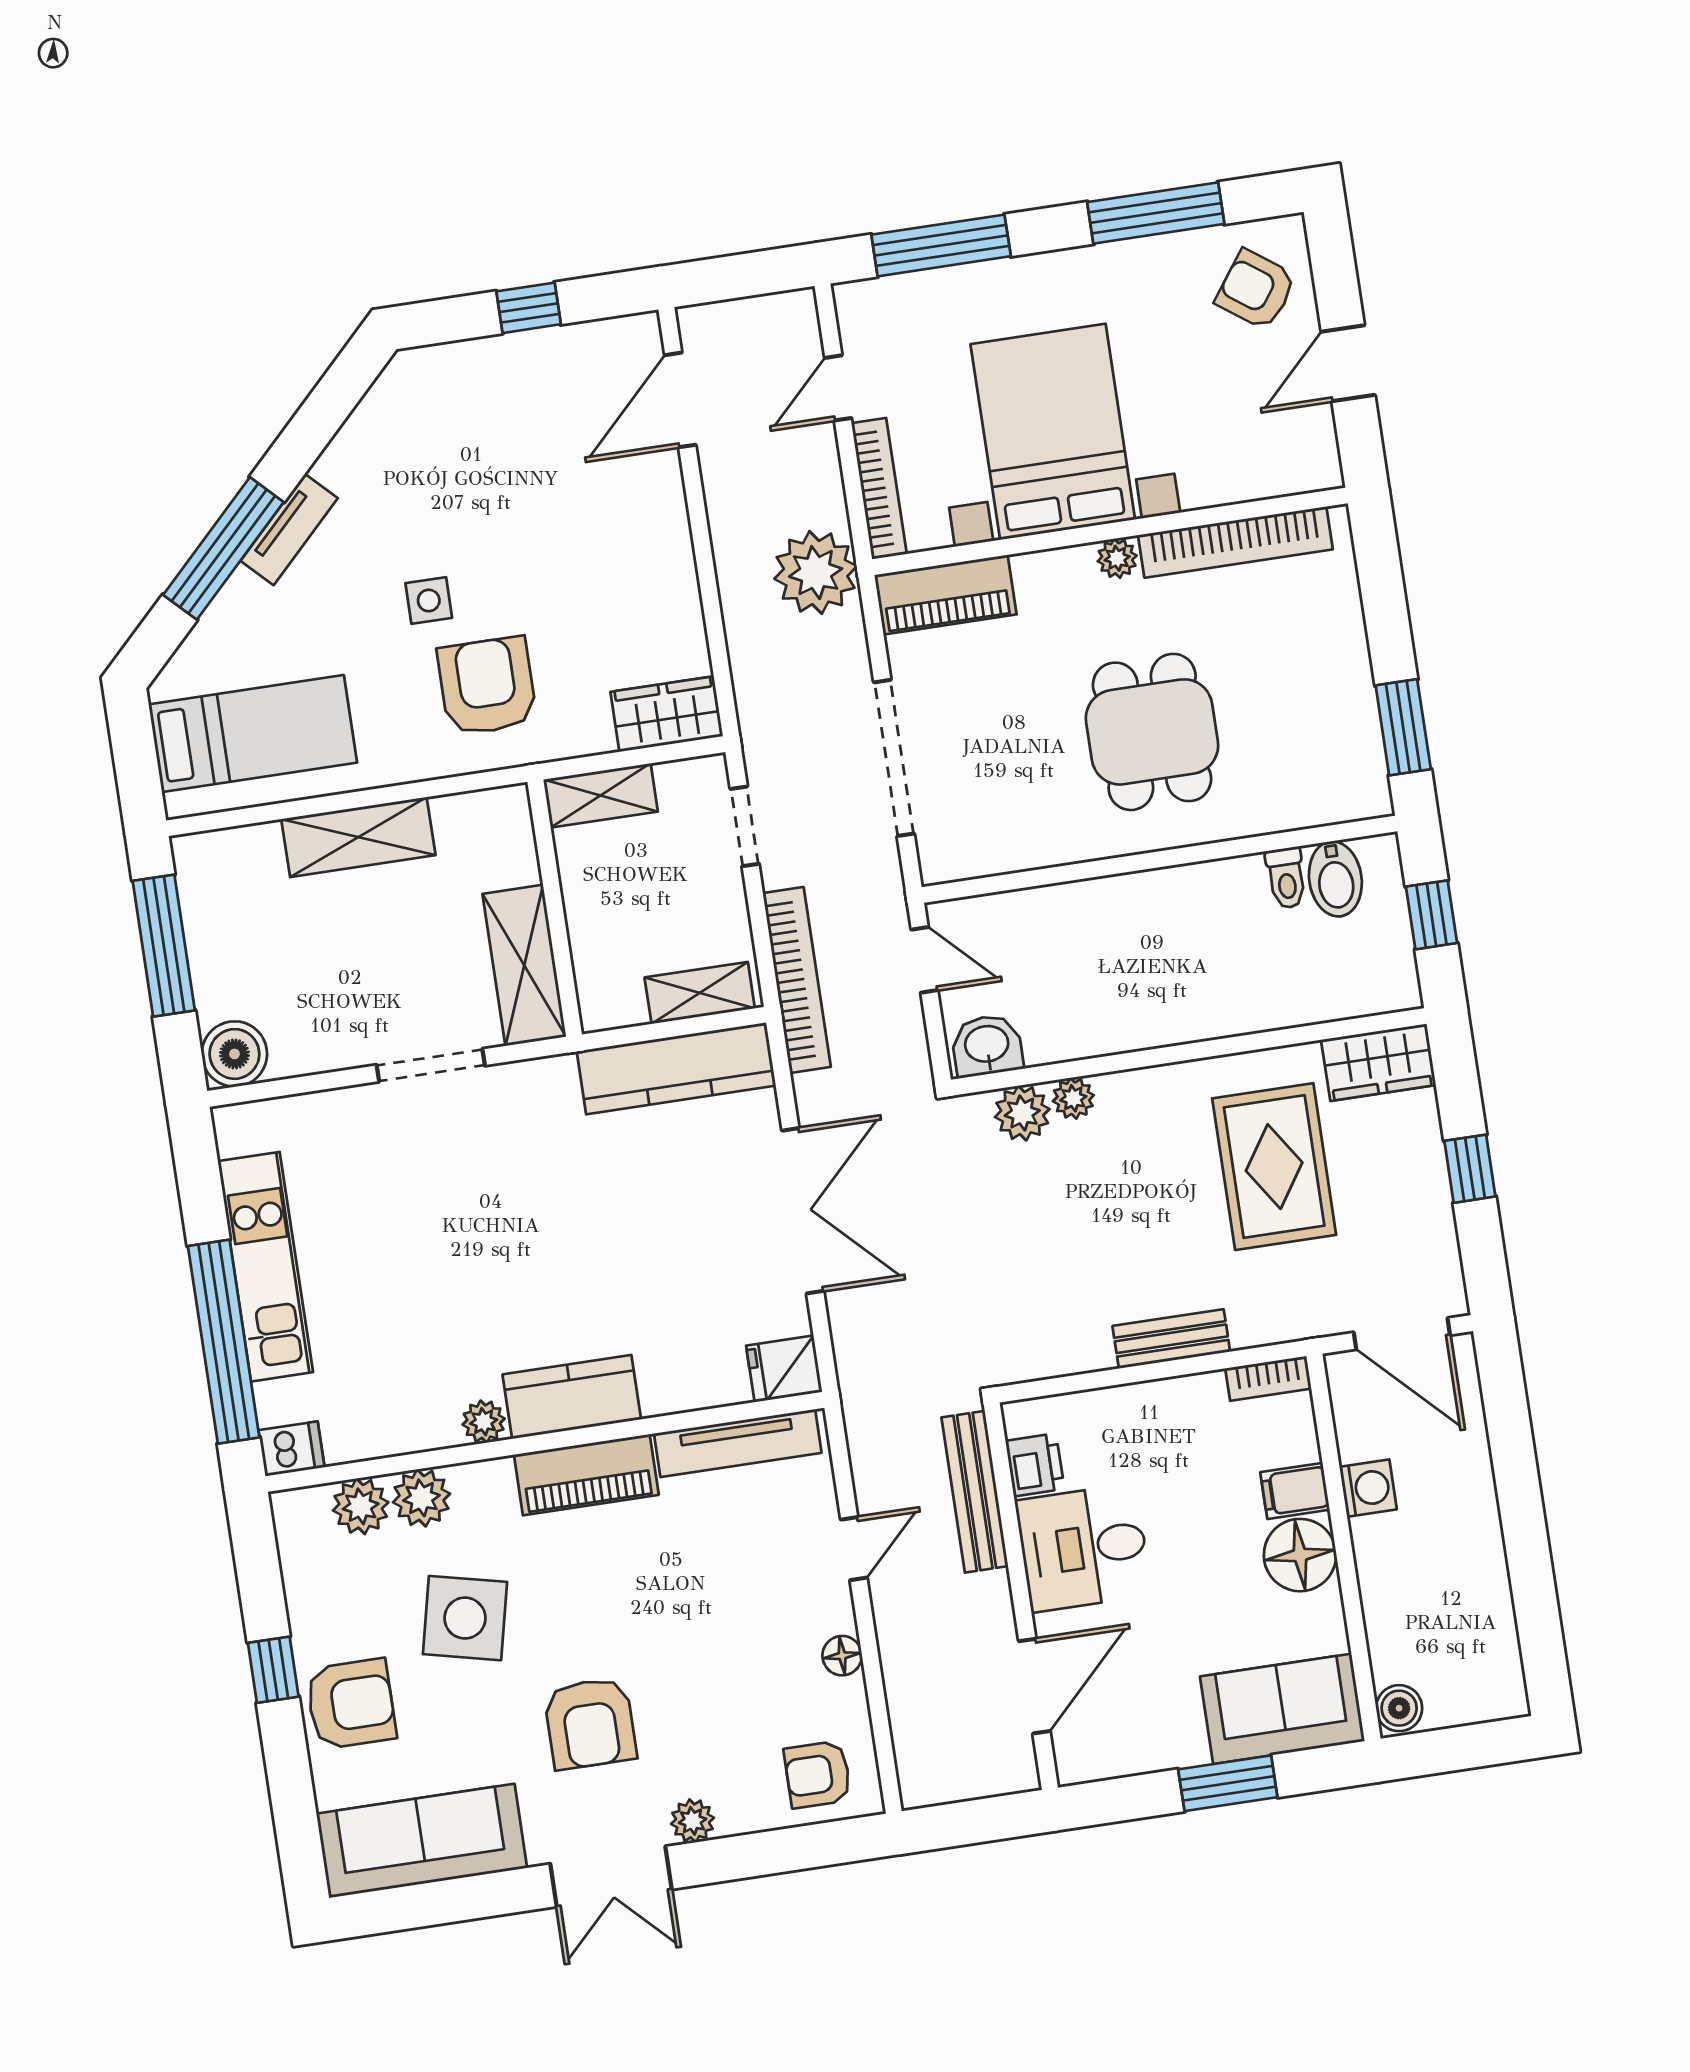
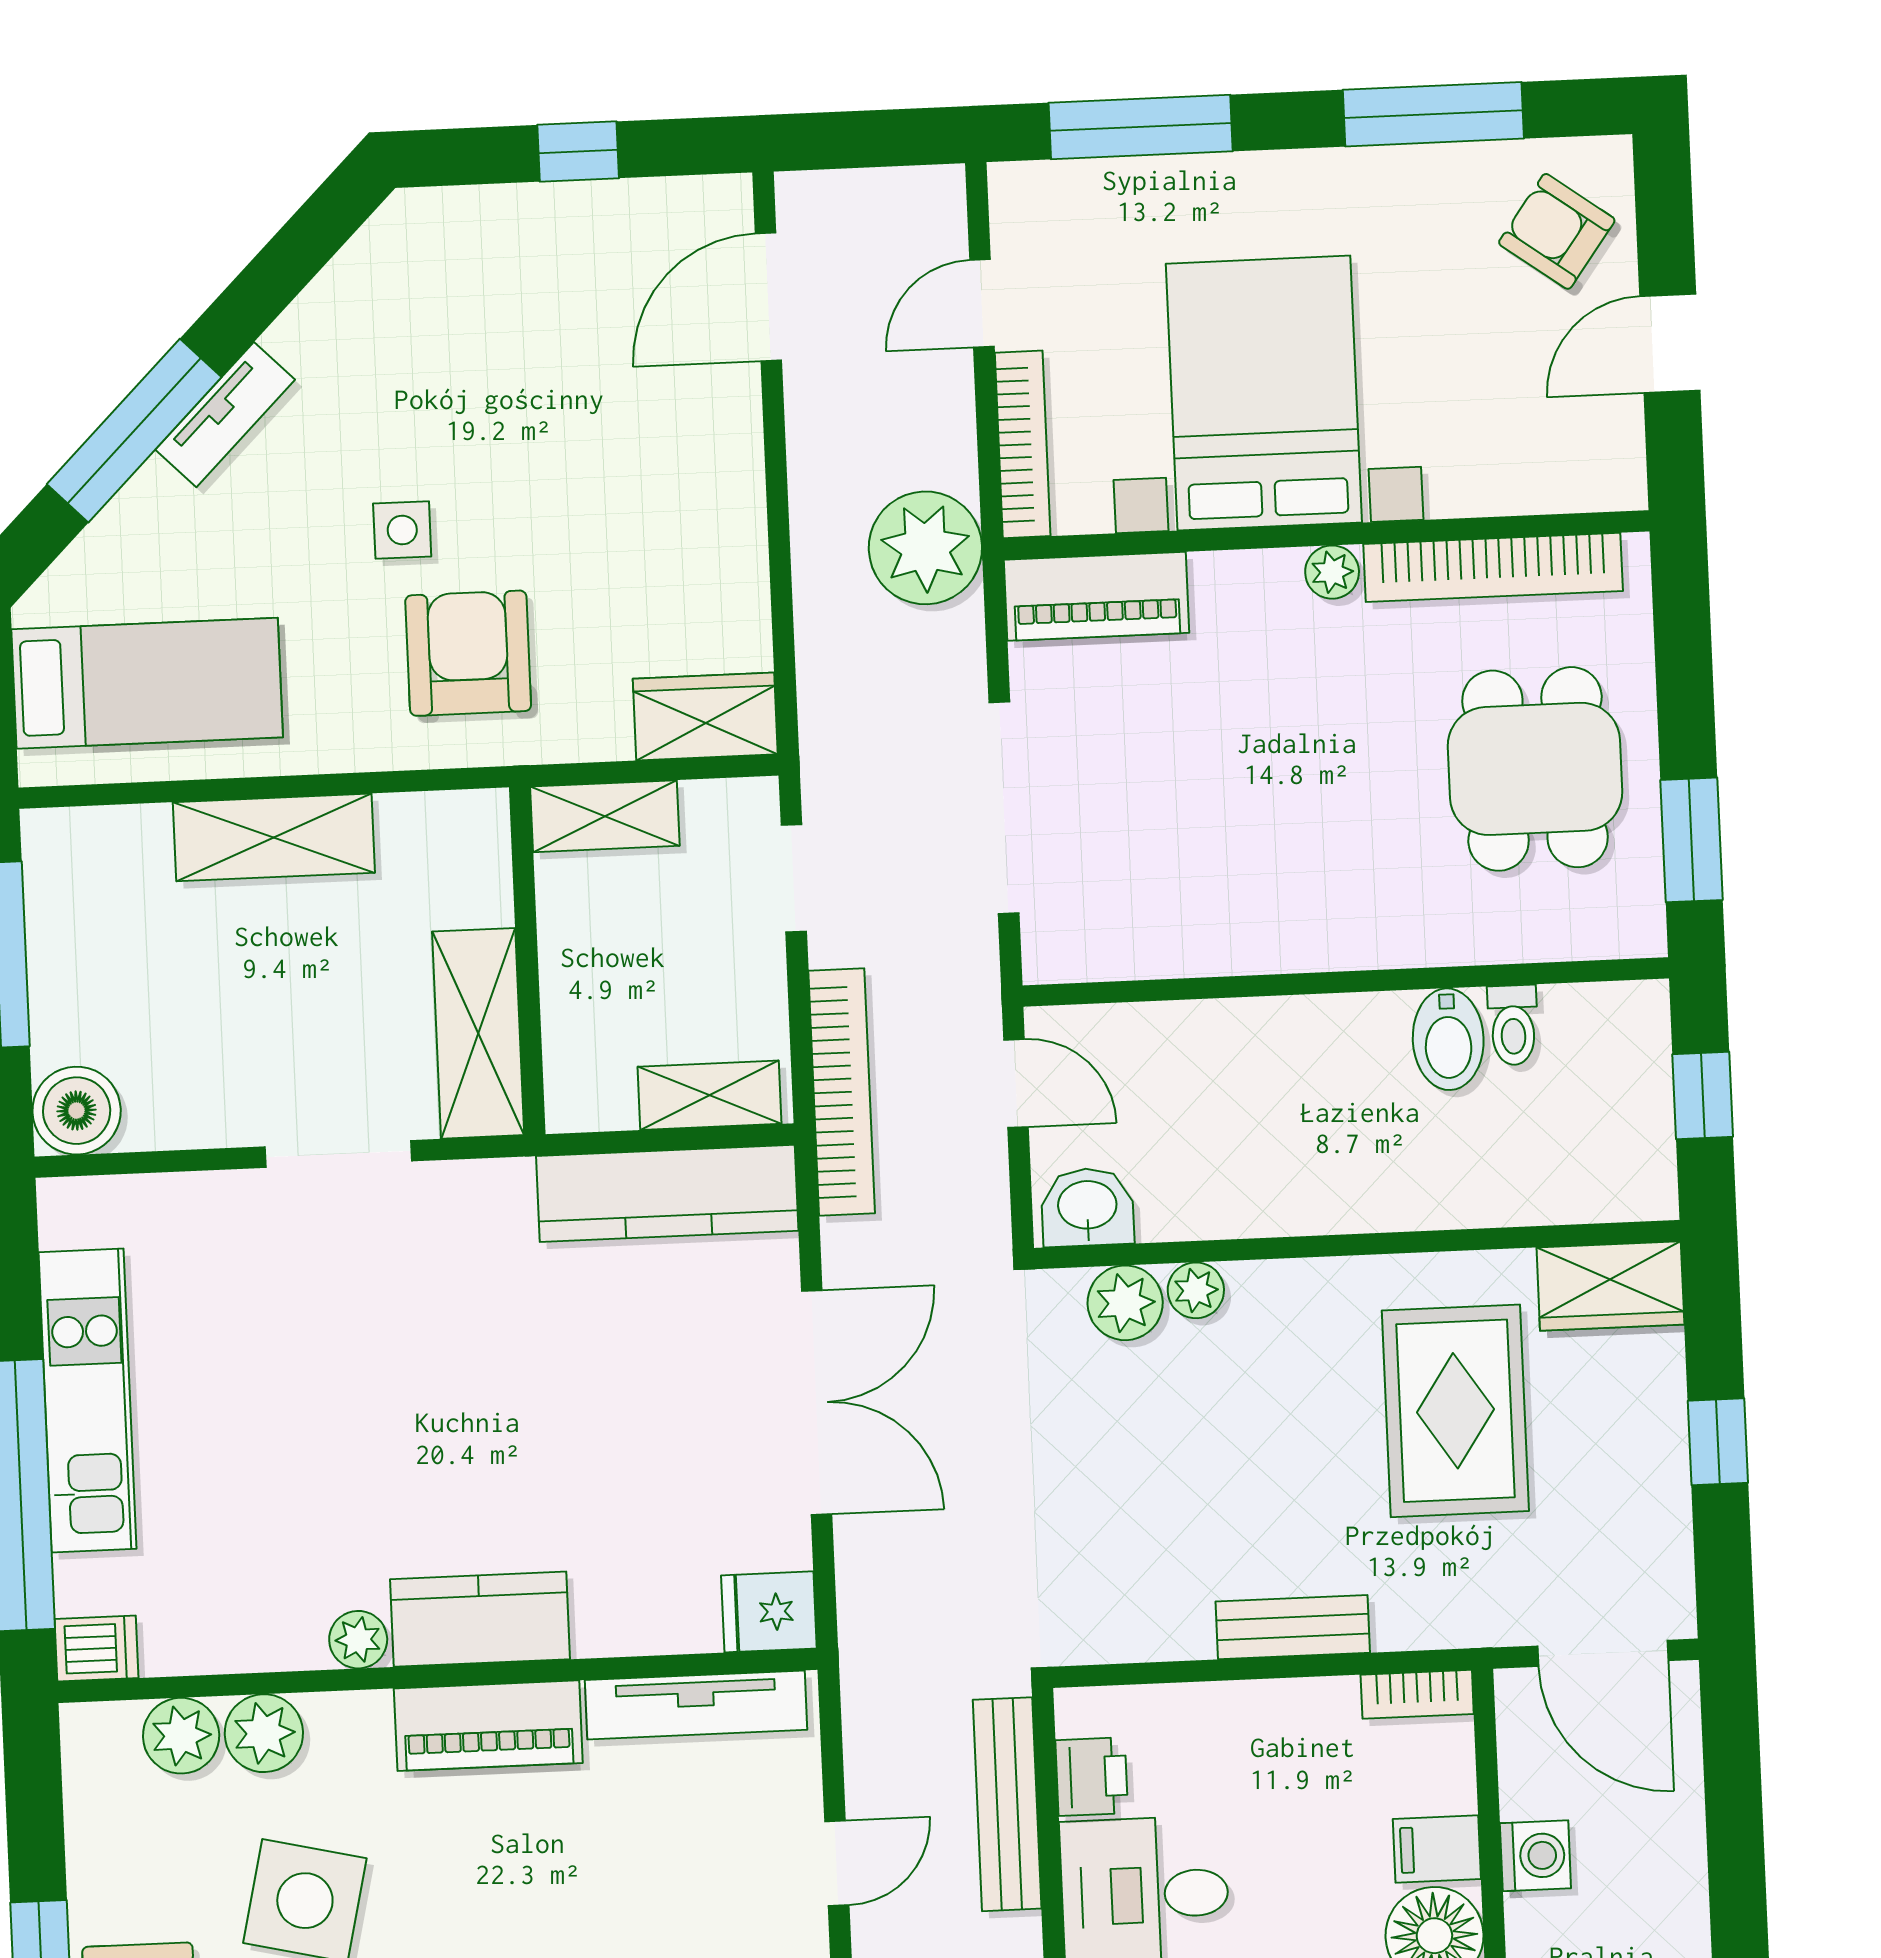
dining table: (1152, 732) -> (1535, 769), moved
bidet: (1335, 879) -> (1448, 1039), moved

